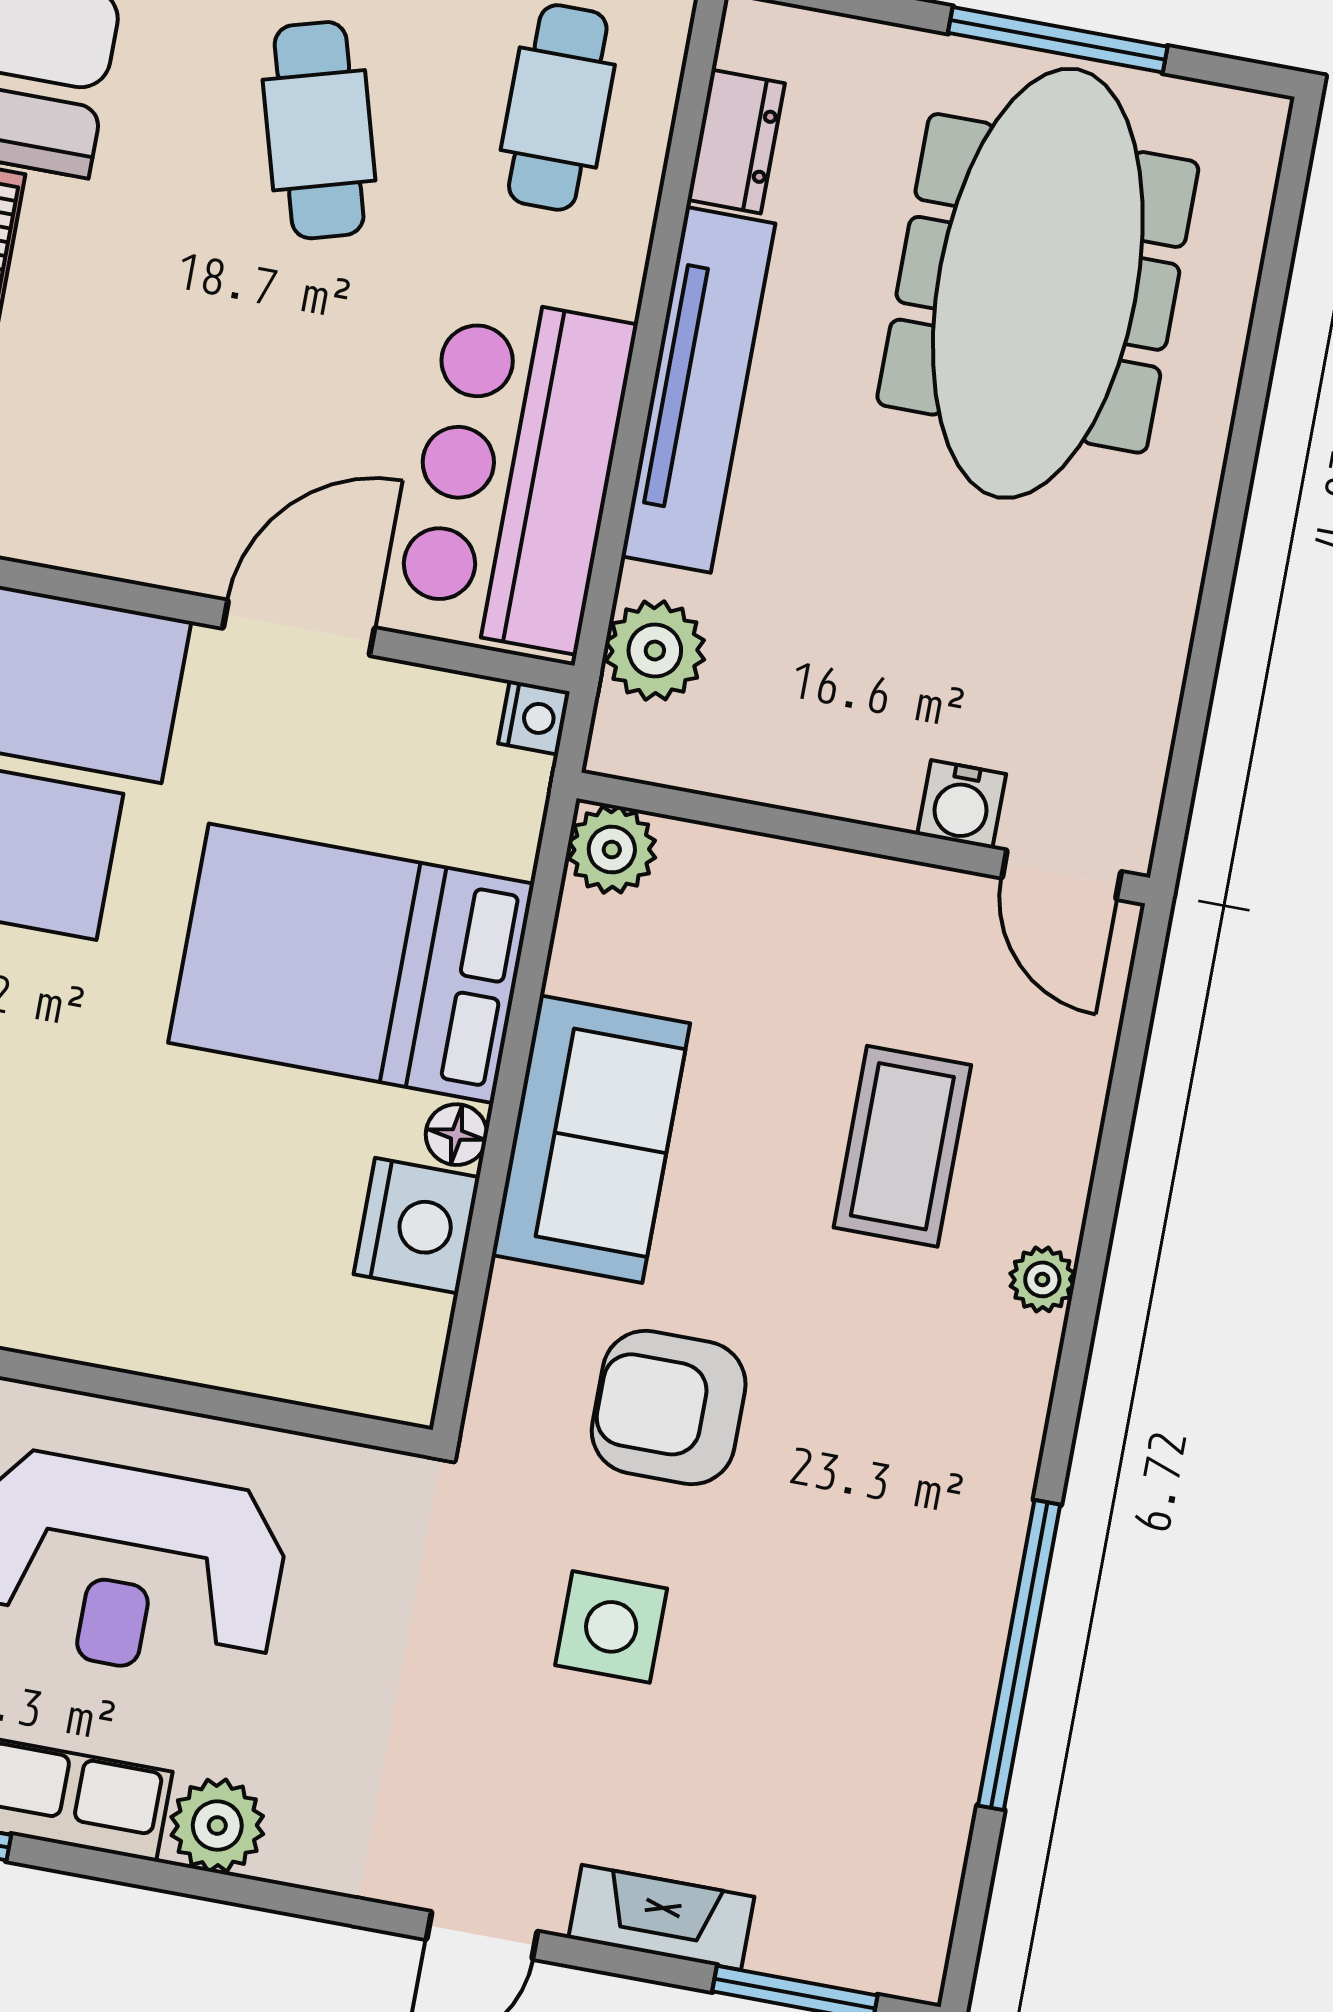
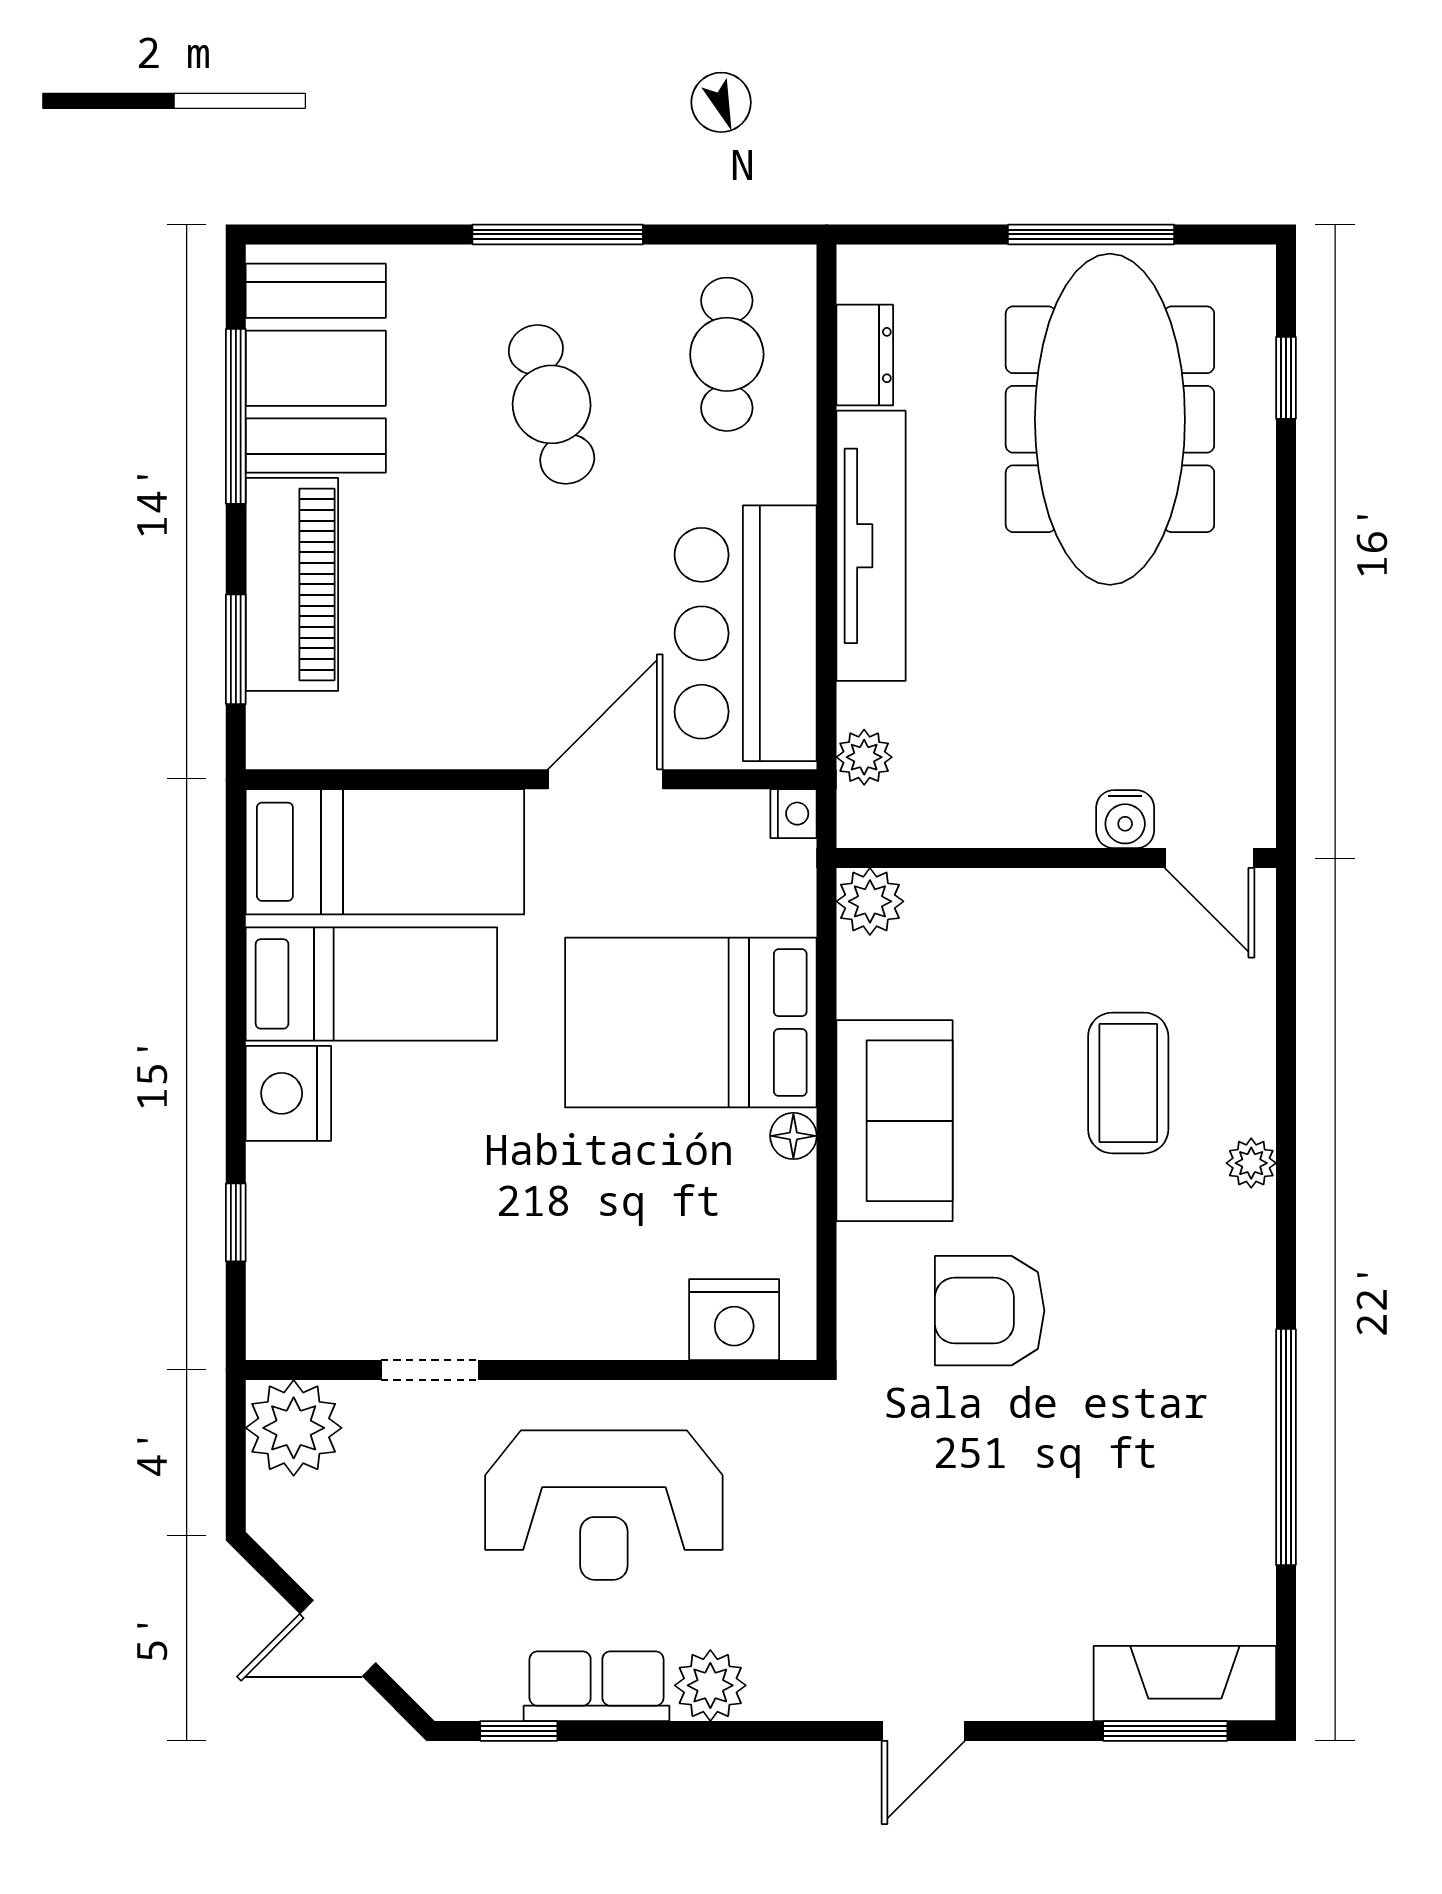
window: (1275, 272) -> (1286, 378), added
plant: (655, 651) -> (864, 757), width x0.73, depth x0.73
nightstand: (417, 1226) -> (734, 1320), moved, turned 90
side table: (611, 1627) -> (977, 1482), removed
fireplace: (661, 1917) -> (1185, 1684), moved, width x1.37, depth x1.32

